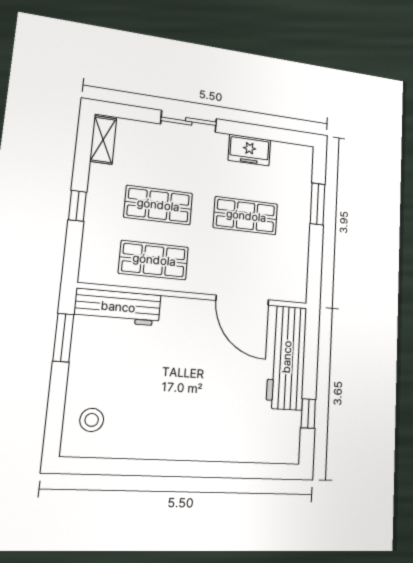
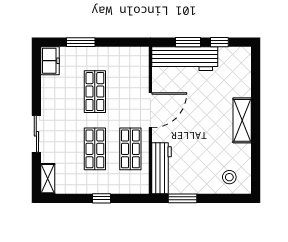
shelving: (103, 140) -> (48, 179), moved, turned 90
freezer: (249, 150) -> (50, 61), moved
door: (242, 300) -> (150, 110), moved
window: (310, 364) -> (188, 42), added
shelving: (185, 446) -> (242, 120), added

